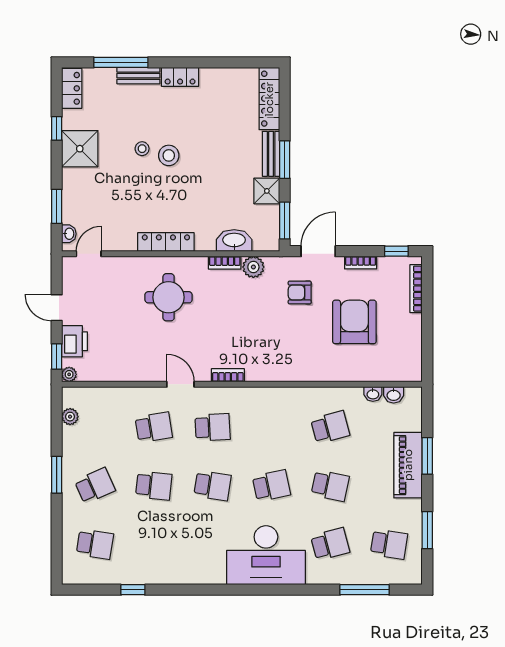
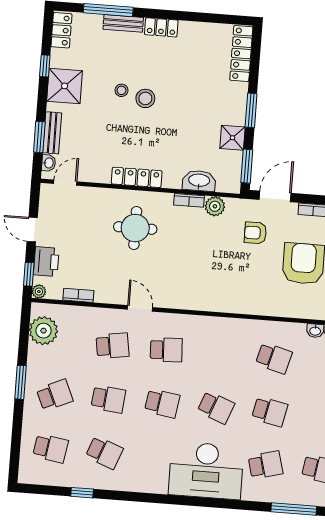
bench: (271, 154) -> (52, 133), moved
bookcase: (228, 375) -> (78, 295), moved
plant: (70, 417) -> (44, 331), width x1.88, depth x1.88
school desk: (330, 427) -> (274, 358), turned 30
school desk: (271, 486) -> (216, 407), turned 33
school desk: (154, 544) -> (104, 453), added

